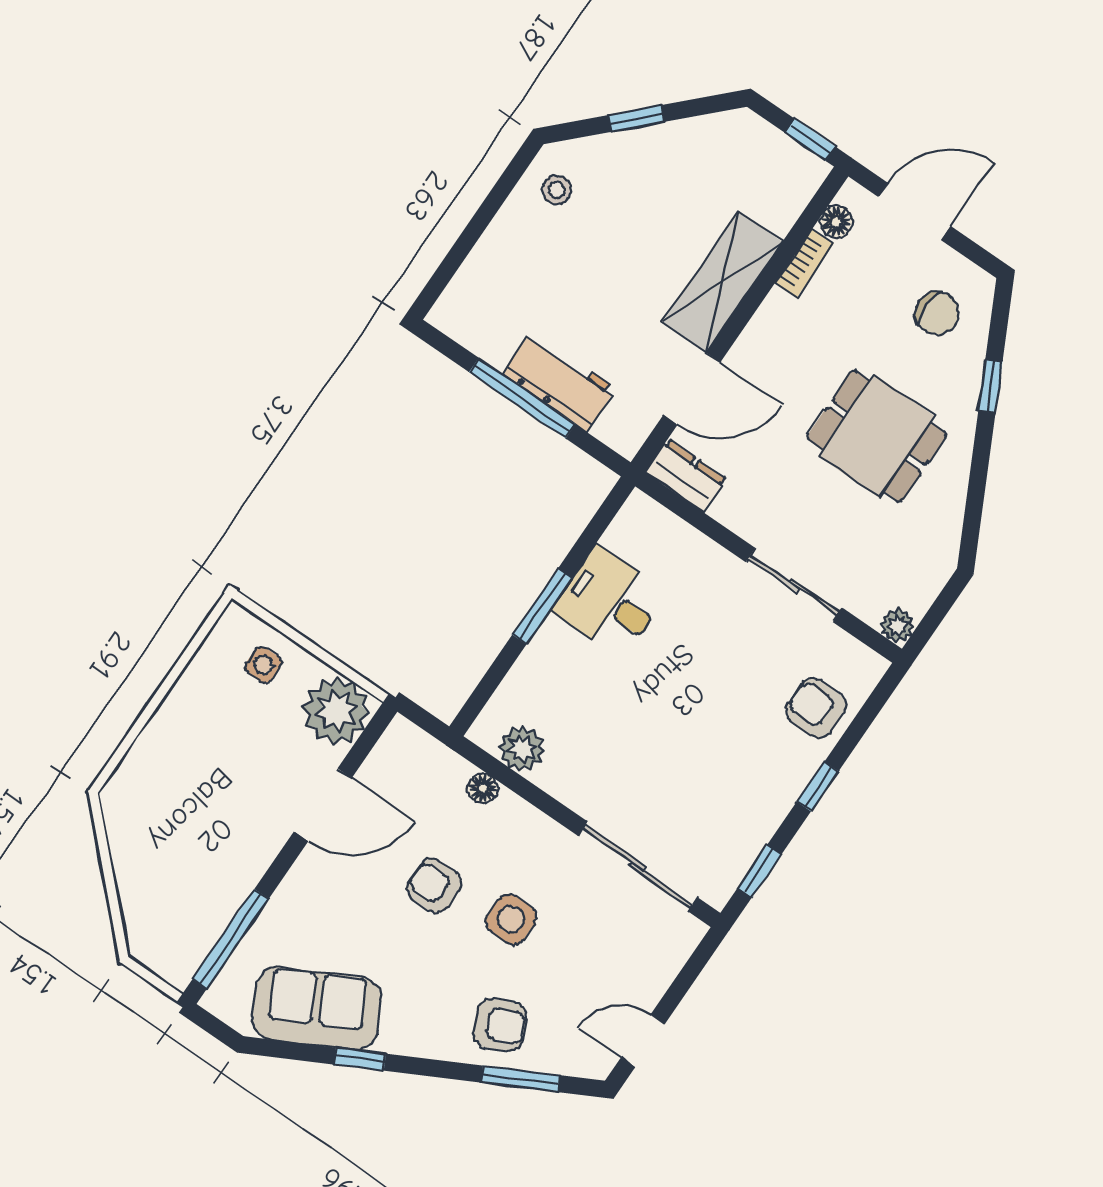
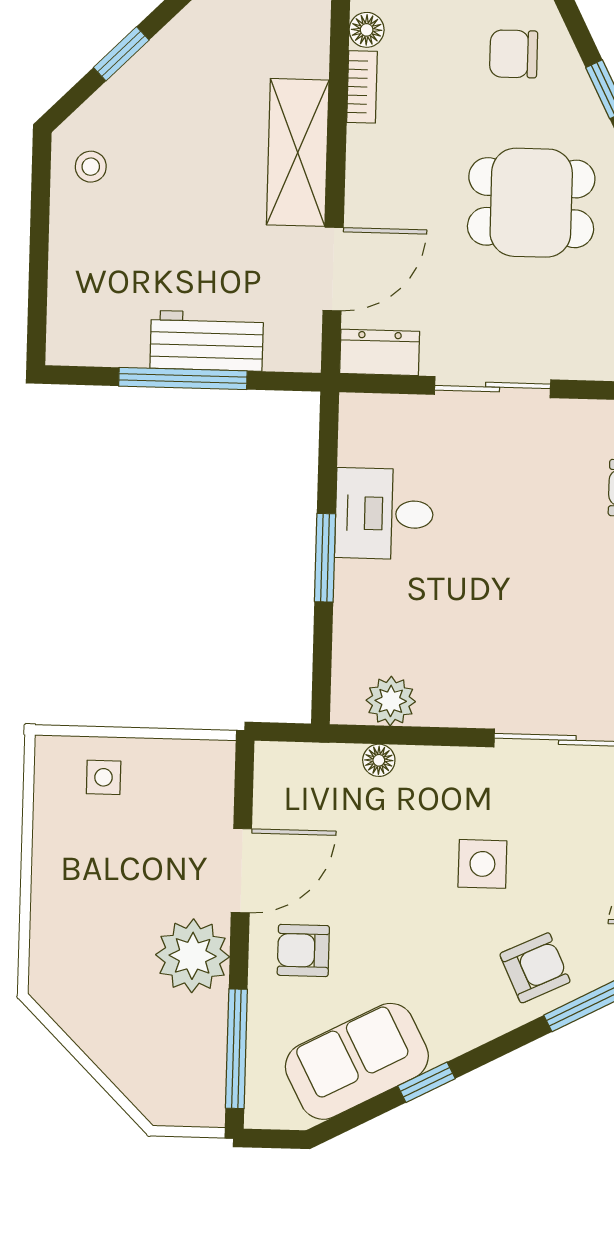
chair: (937, 313) -> (514, 54), turned 180
sliding door: (794, 585) -> (493, 387), moved
plant: (336, 711) -> (193, 956), moved
armchair: (434, 886) -> (303, 950), moved

